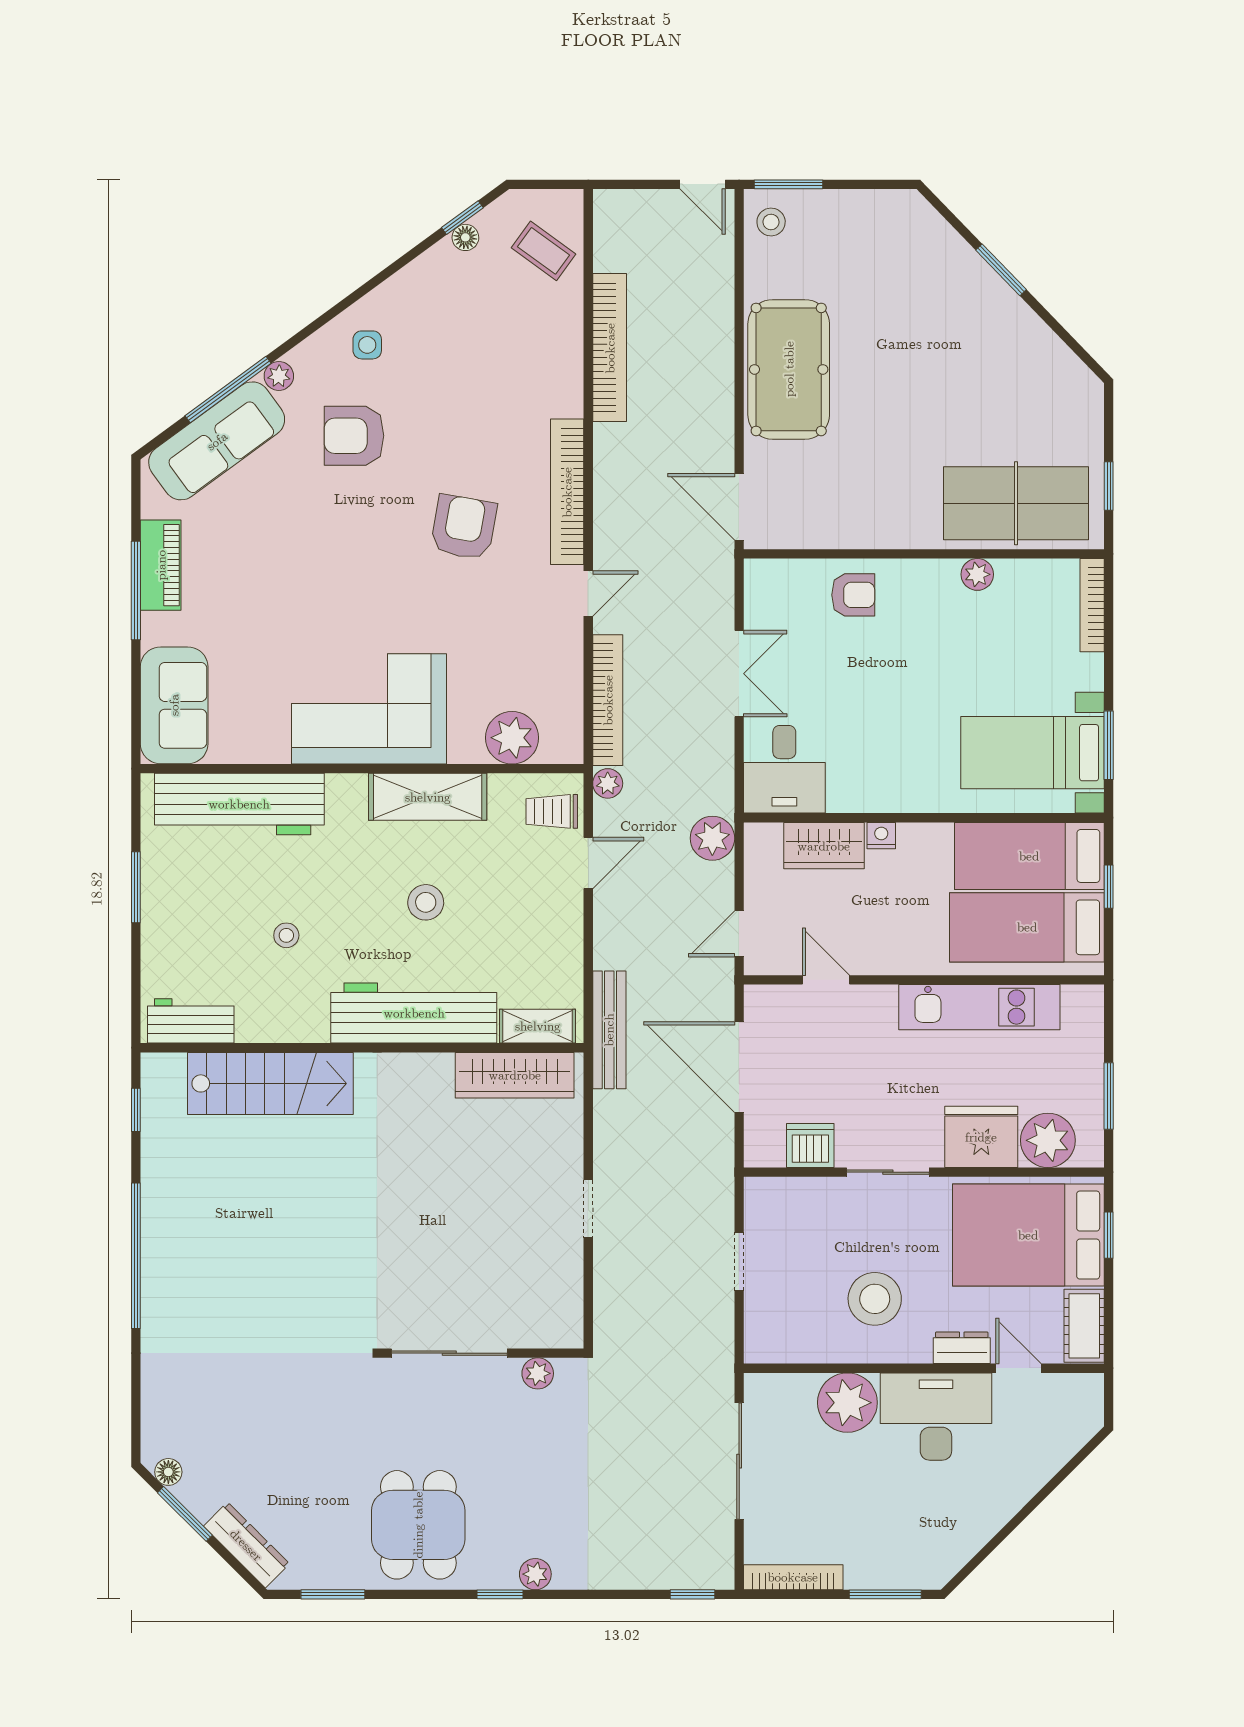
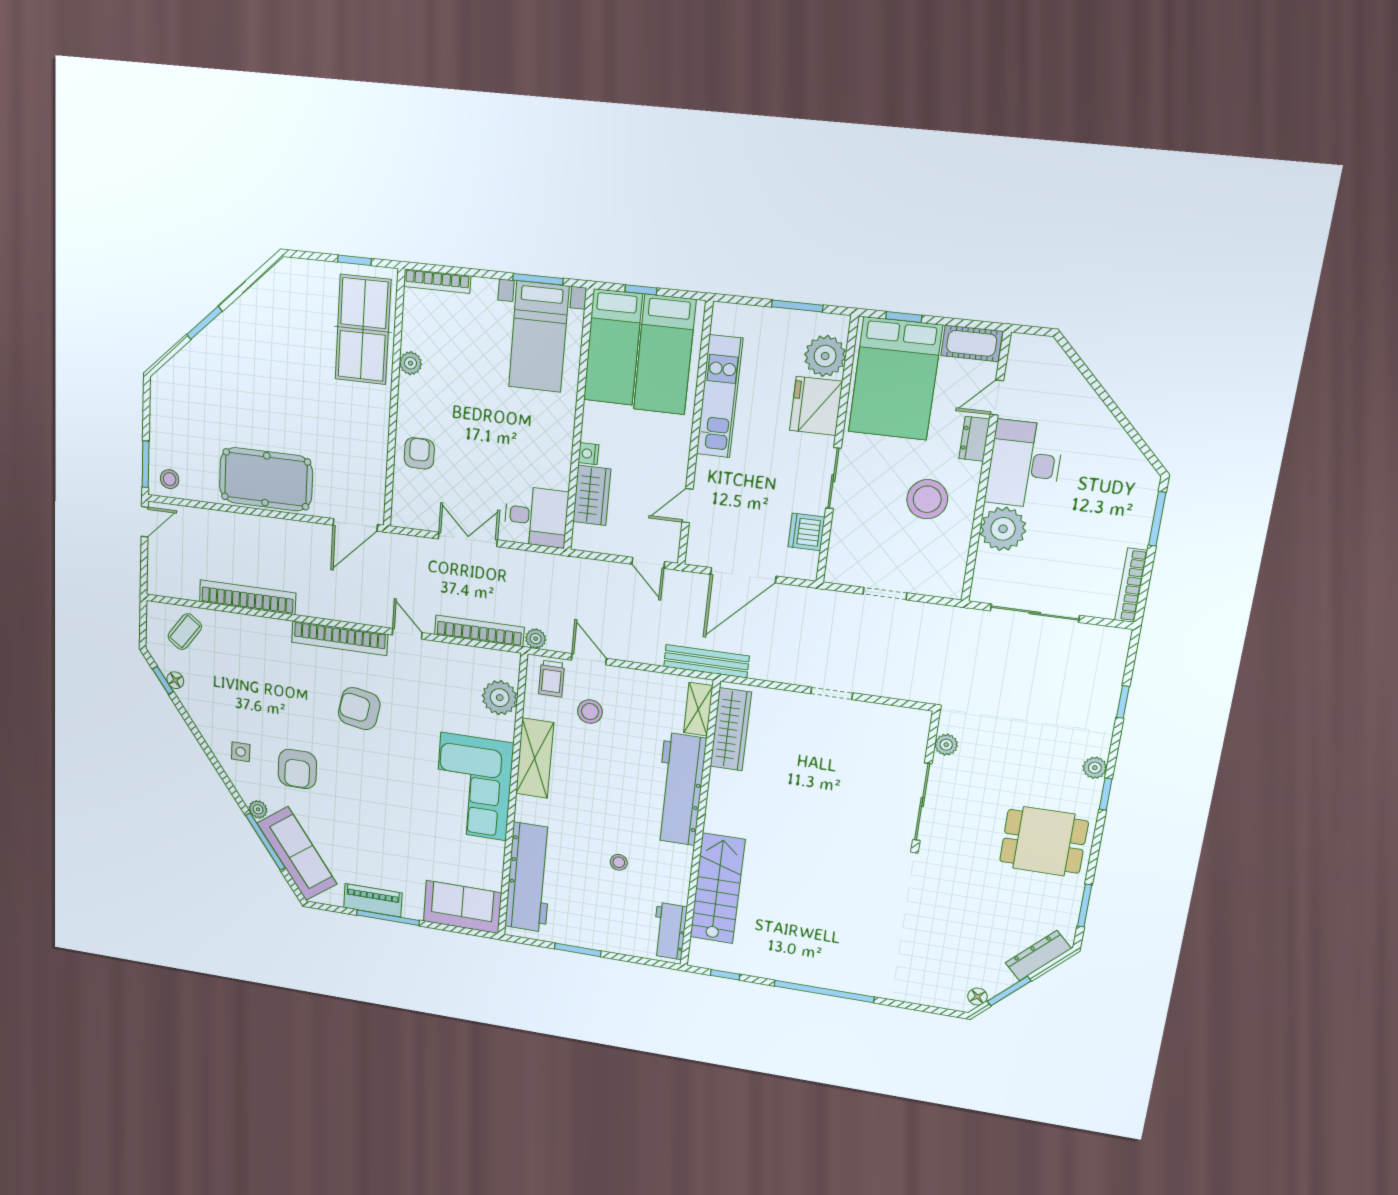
plant: (712, 838) -> (580, 573), removed
stool: (426, 902) -> (590, 712), moved
window: (693, 1594) -> (1123, 702), moved

